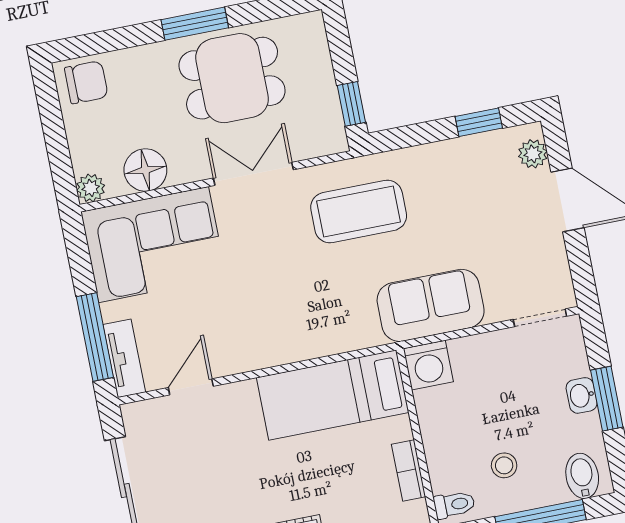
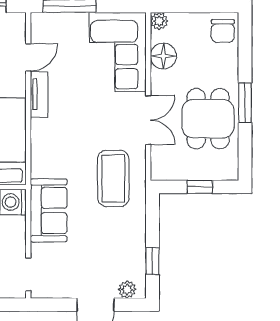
window: (351, 104) -> (200, 187), moved
tv unit: (124, 358) -> (39, 94), moved, turned -90
door: (191, 387) -> (28, 57), hinge flipped

